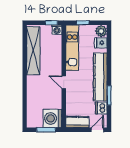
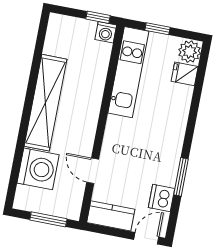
shelving: (33, 51) -> (46, 103), moved
kitchen counter: (100, 77) -> (171, 139), removed
door: (64, 82) -> (93, 171), moved
washing machine: (52, 118) -> (38, 169), moved, turned 180

